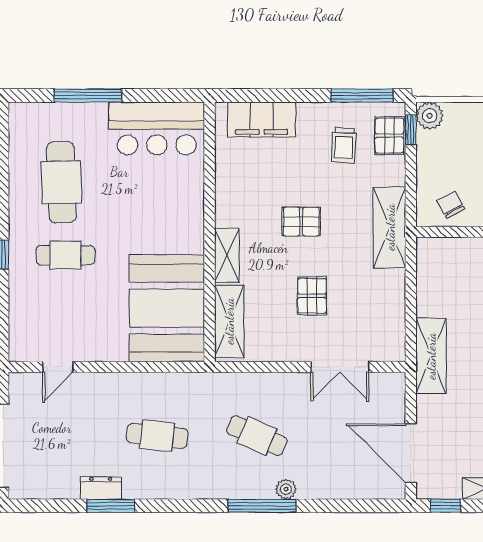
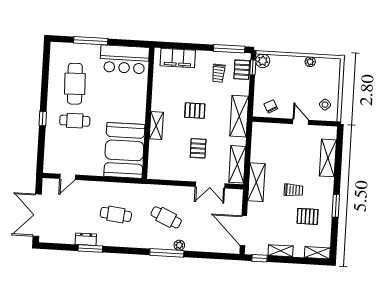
shelving: (229, 321) -> (237, 164), moved

